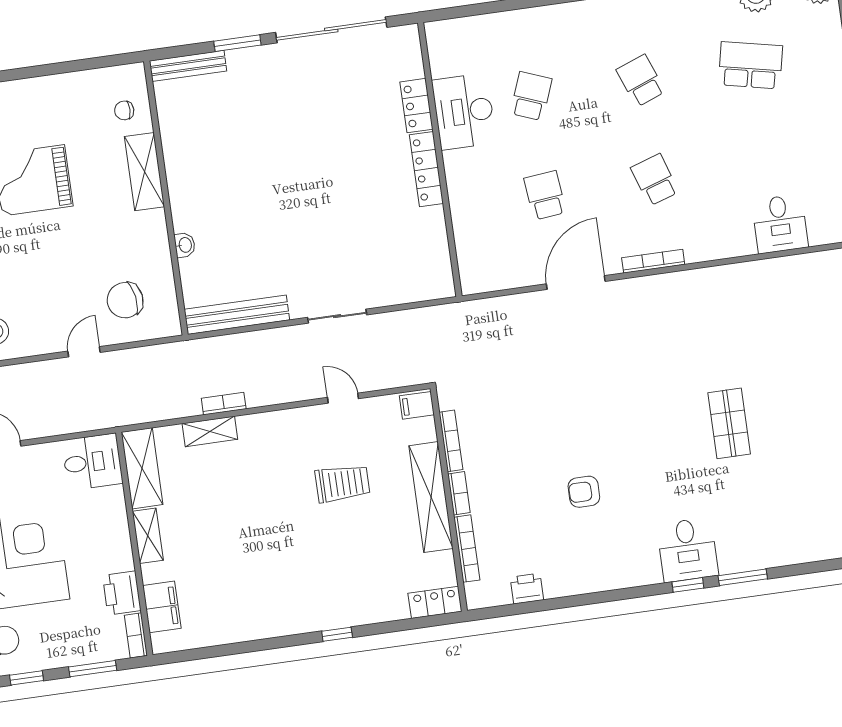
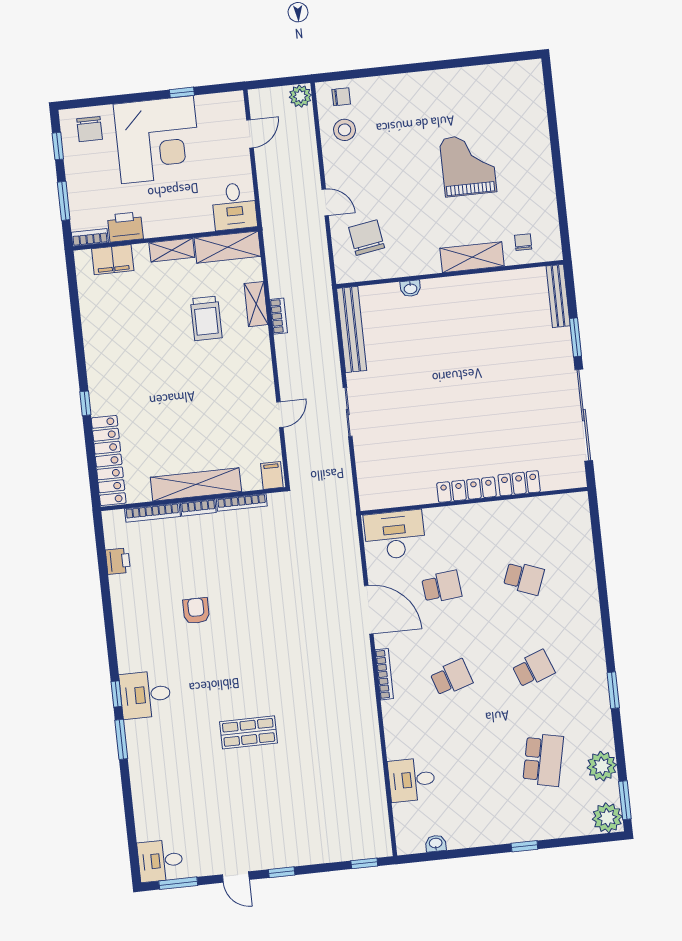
desk: (464, 111) -> (395, 535), moved
trolley: (342, 483) -> (206, 318), moved
locker: (435, 602) -> (109, 461), width x2.16, depth x1.21

